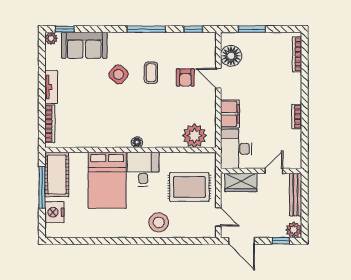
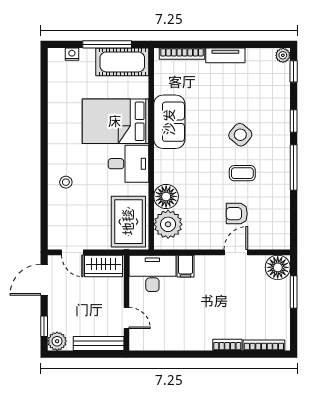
window: (193, 29) -> (294, 121), moved
sofa: (84, 45) -> (169, 122), moved, turned 180
floor lamp: (231, 56) -> (278, 267), moved
filing cabinet: (230, 114) -> (186, 266), width x0.50
bookcase: (297, 117) -> (227, 345), moved
floor lamp: (137, 142) -> (166, 196), moved, width x1.89, depth x1.89
wardrobe: (241, 182) -> (103, 266), moved, turned -90
rug: (189, 187) -> (128, 222), moved
nightstand: (54, 212) -> (72, 54), width x0.53, depth x0.56
door: (218, 217) -> (72, 252), hinge flipped
stool: (159, 222) -> (66, 182), width x0.53, depth x0.53

